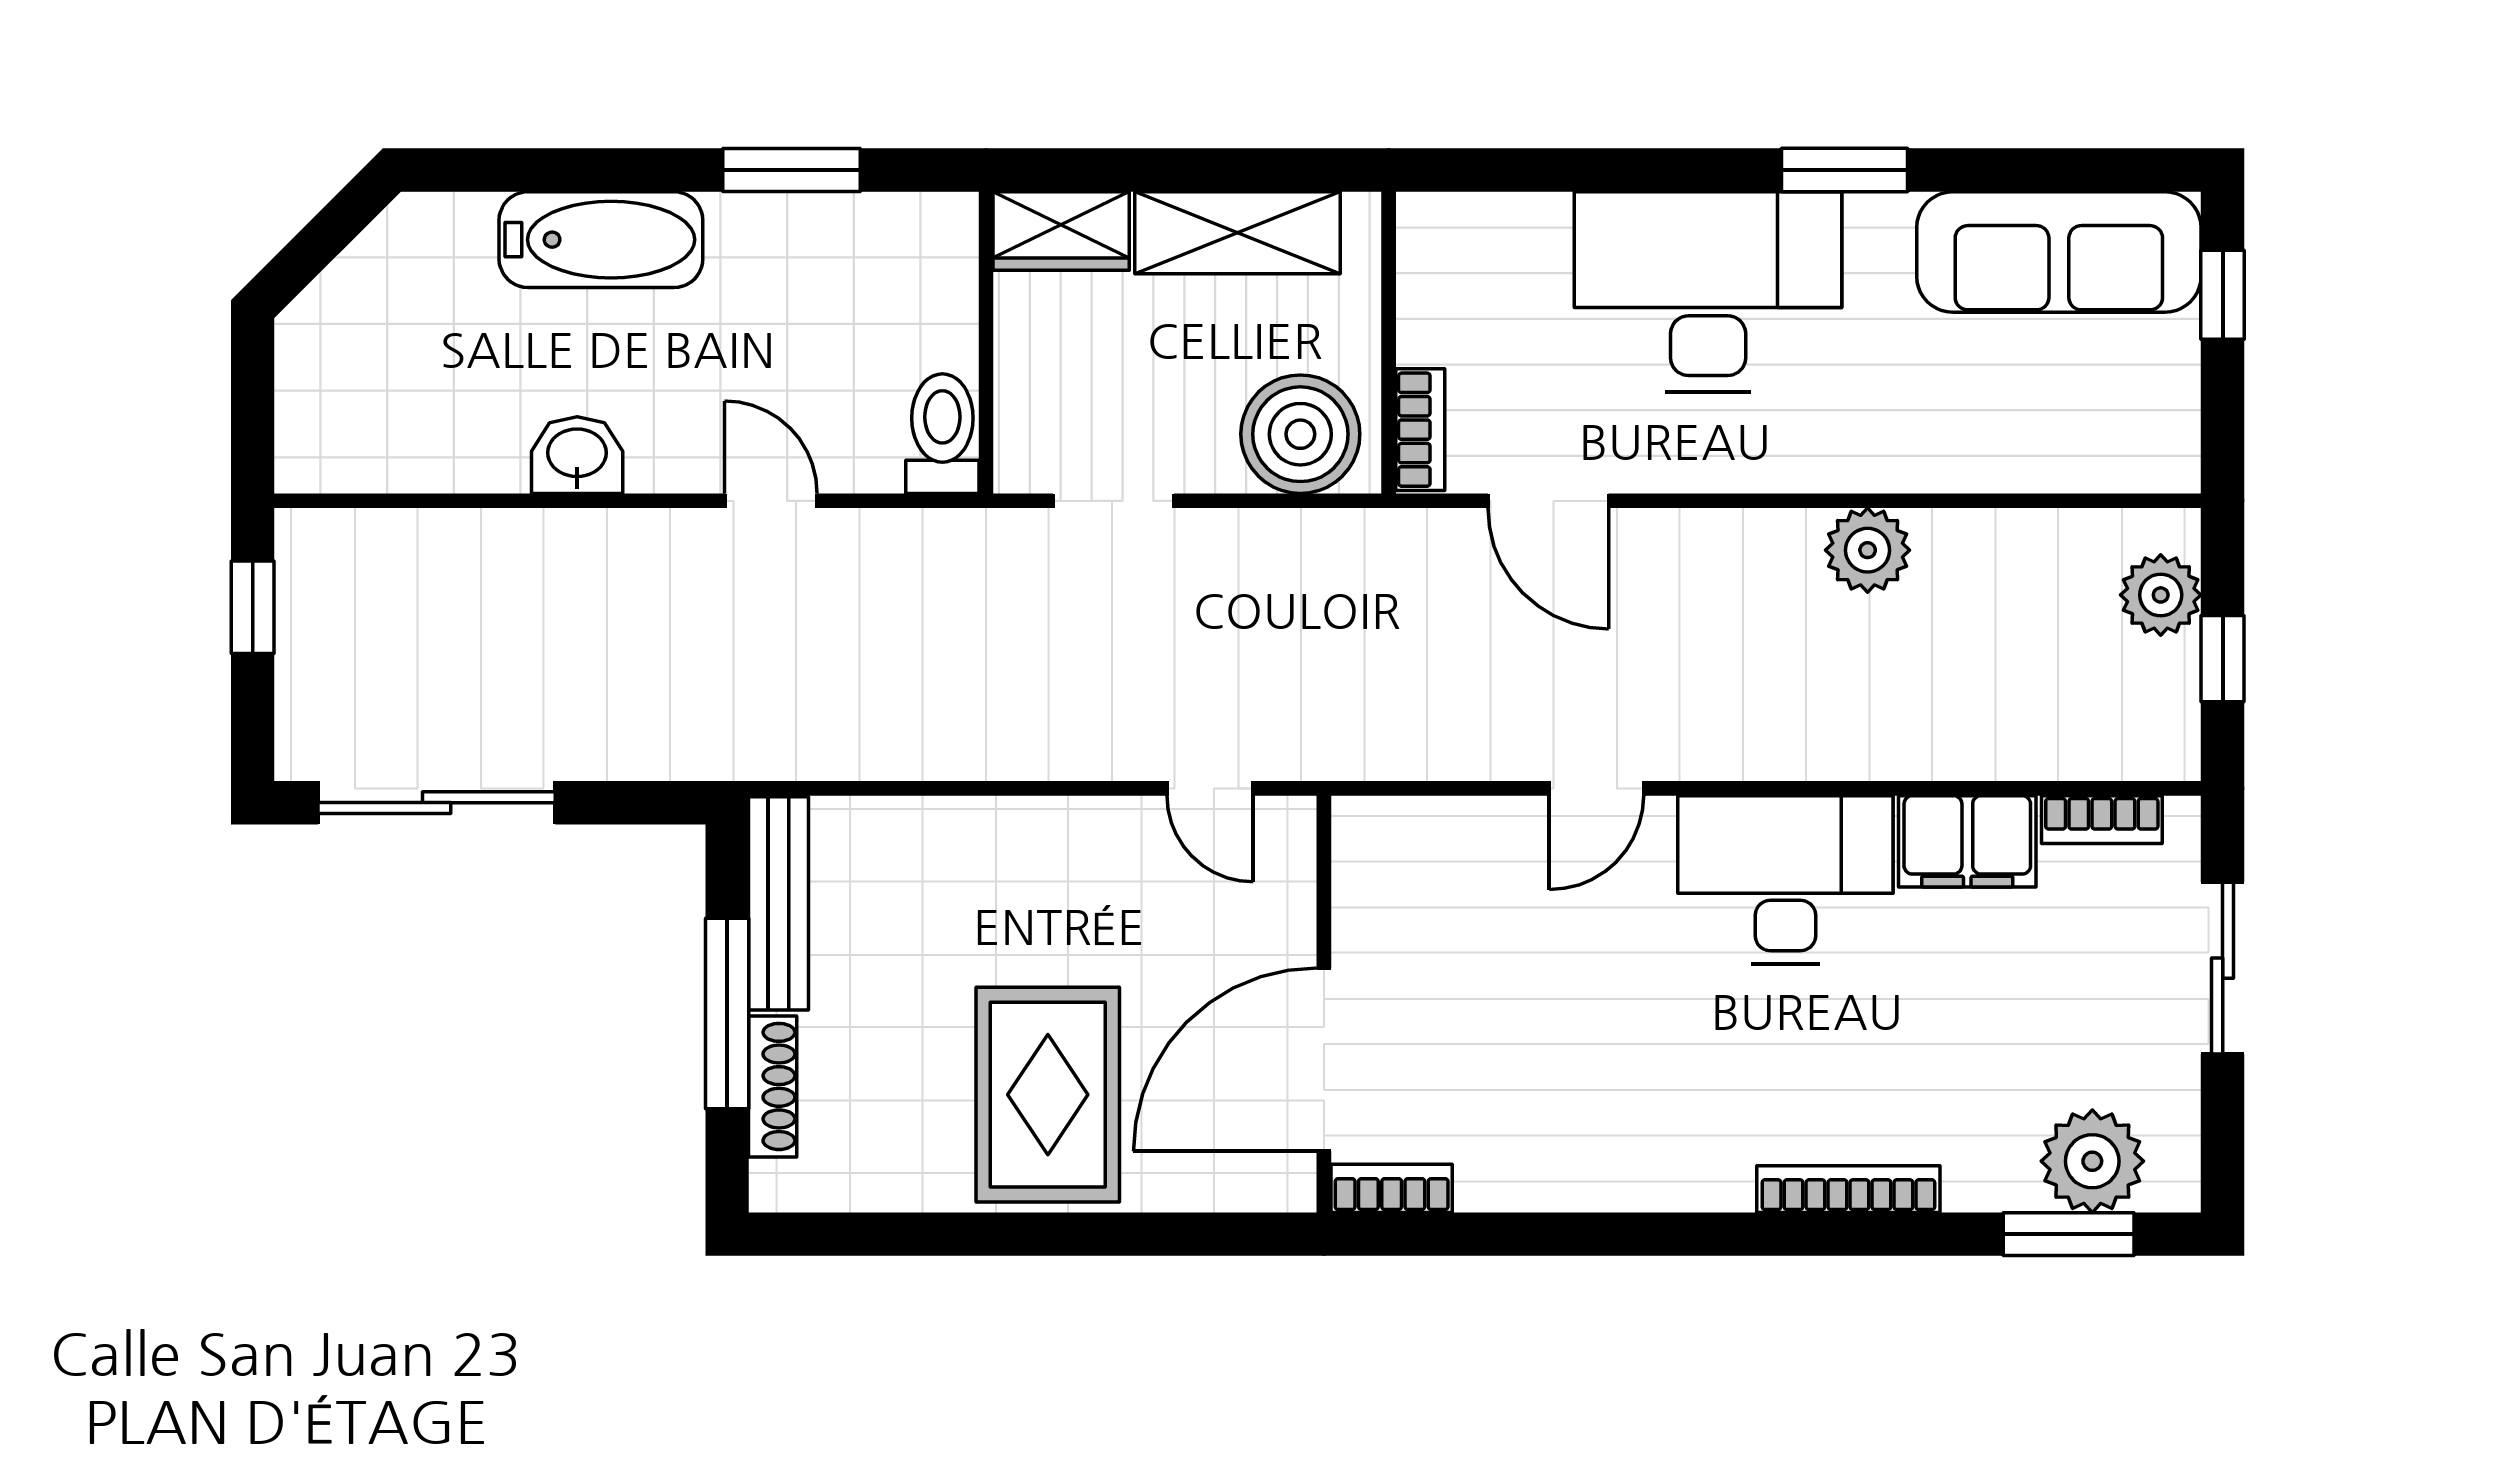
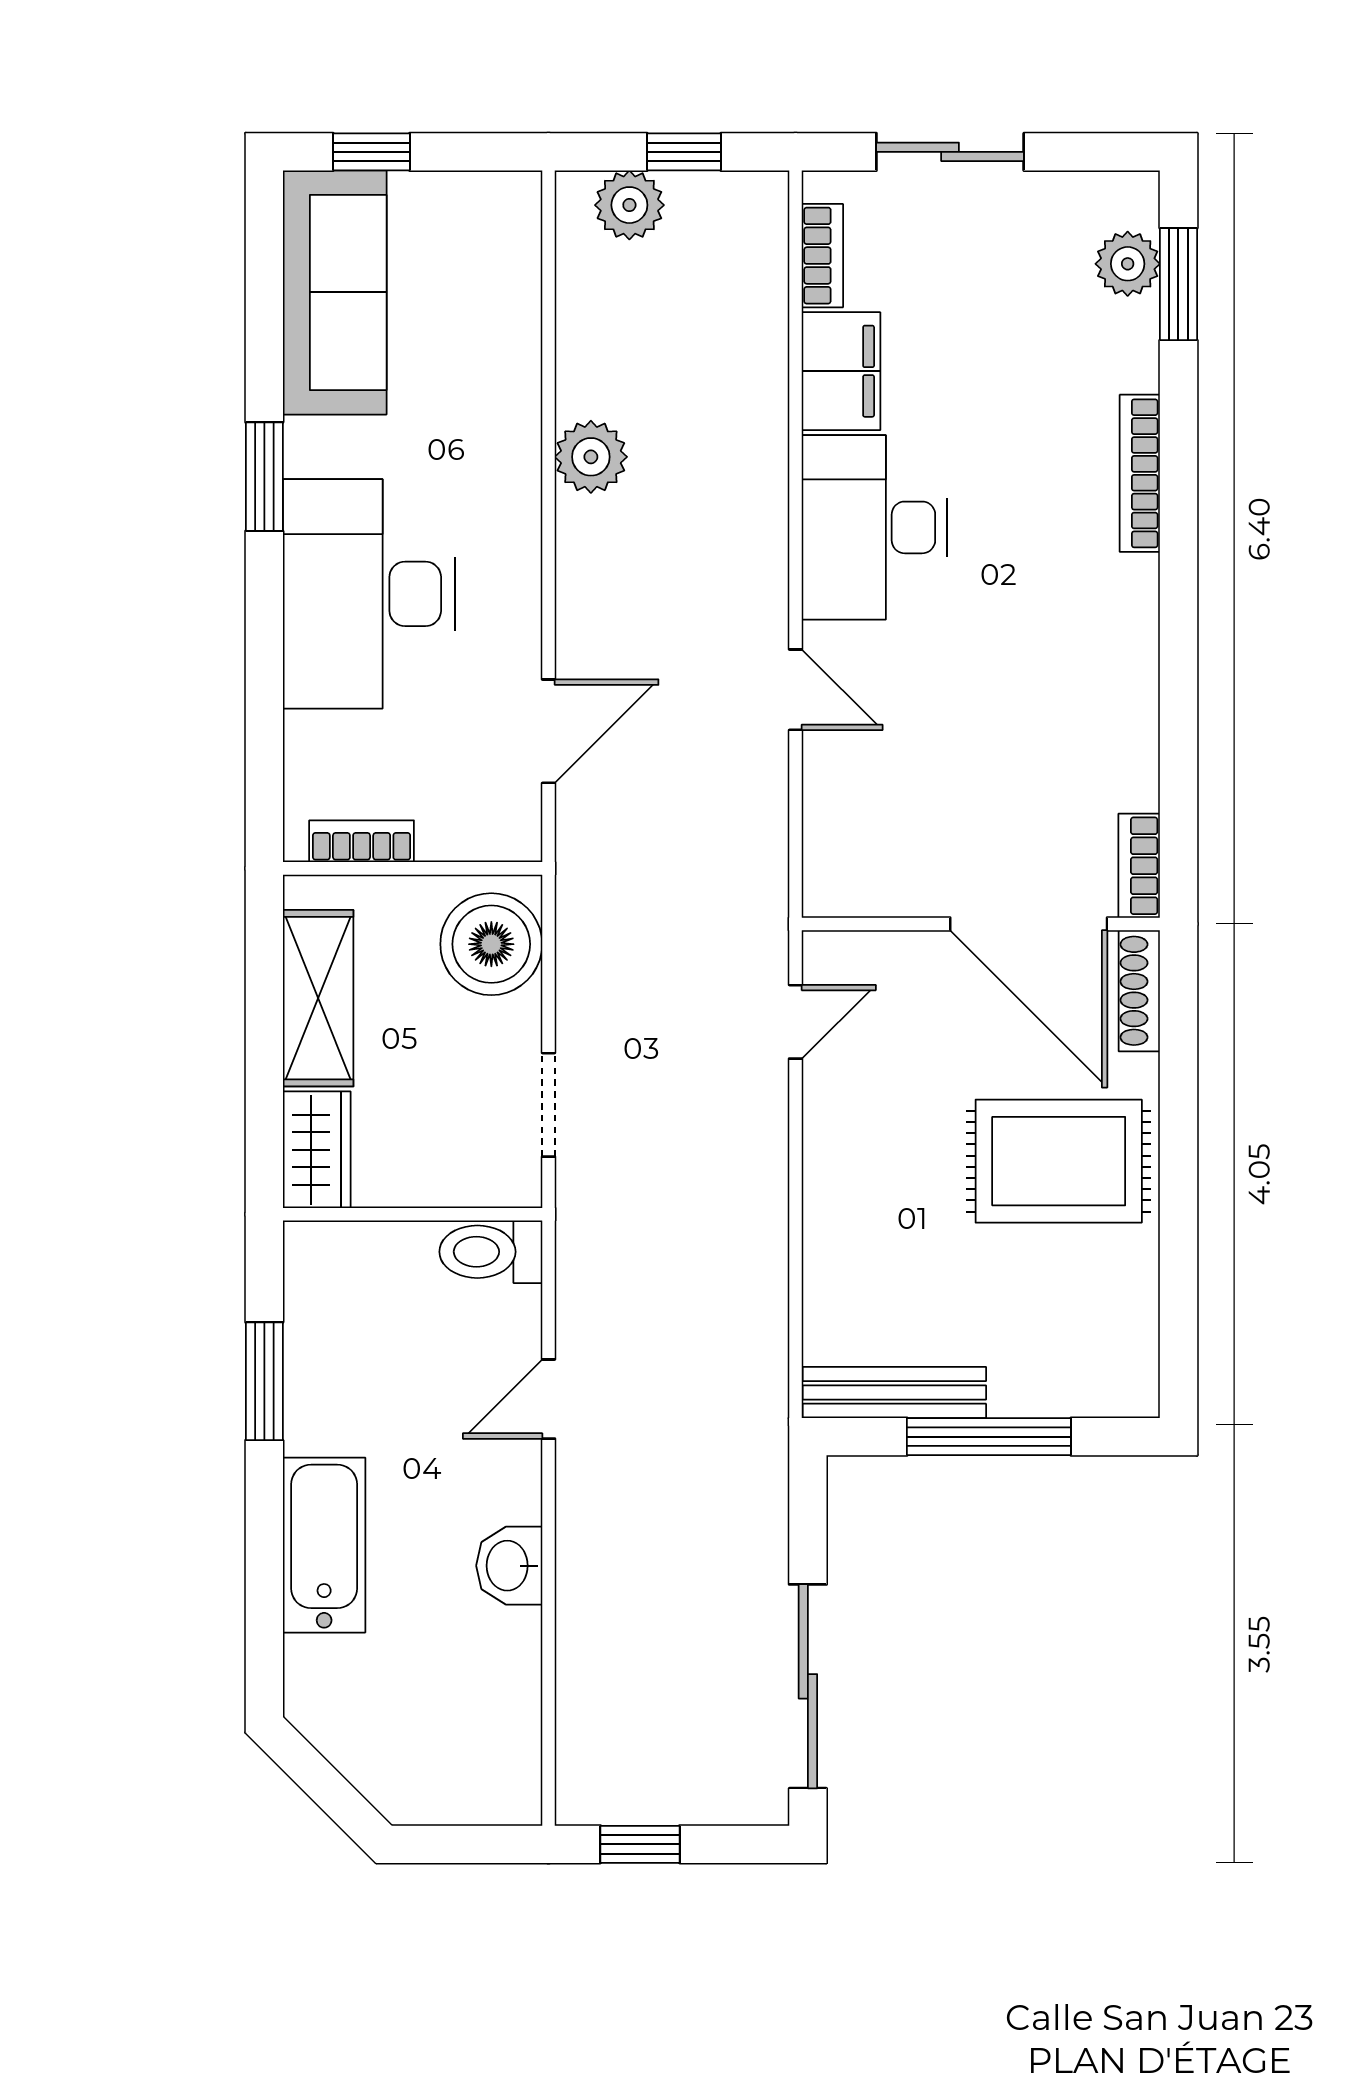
bookcase: (1420, 430) -> (362, 841), moved
shoe rack: (773, 1086) -> (1139, 991), moved, turned -90
plant: (2092, 1161) -> (1128, 264), width x0.73, depth x0.73

